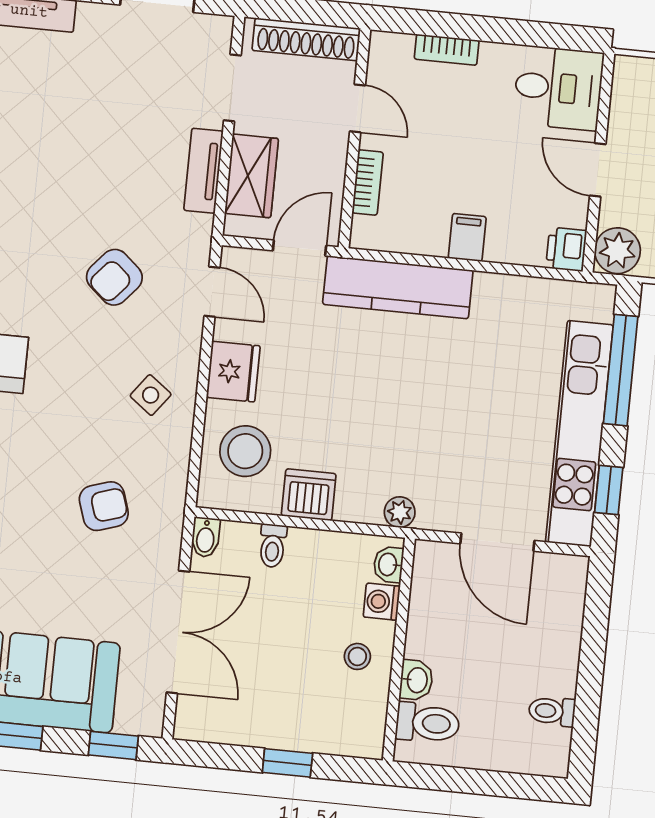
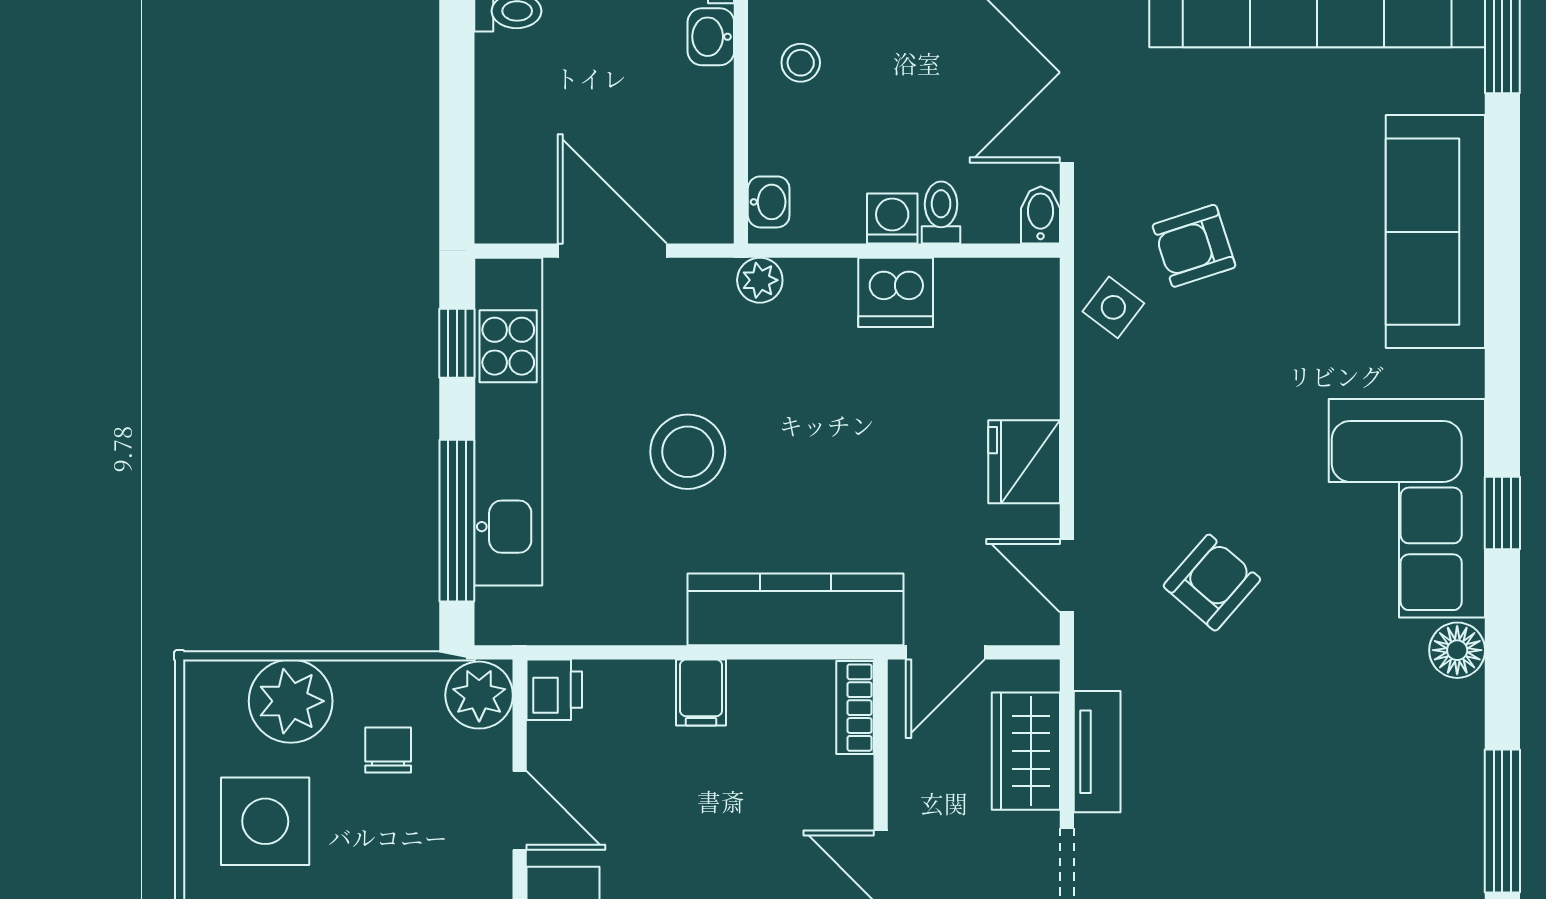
bookcase: (368, 182) -> (855, 708), moved
side table: (151, 395) -> (1113, 307), moved
stool: (245, 451) -> (688, 452), moved
washing machine: (382, 602) -> (892, 219), moved, turned -90

